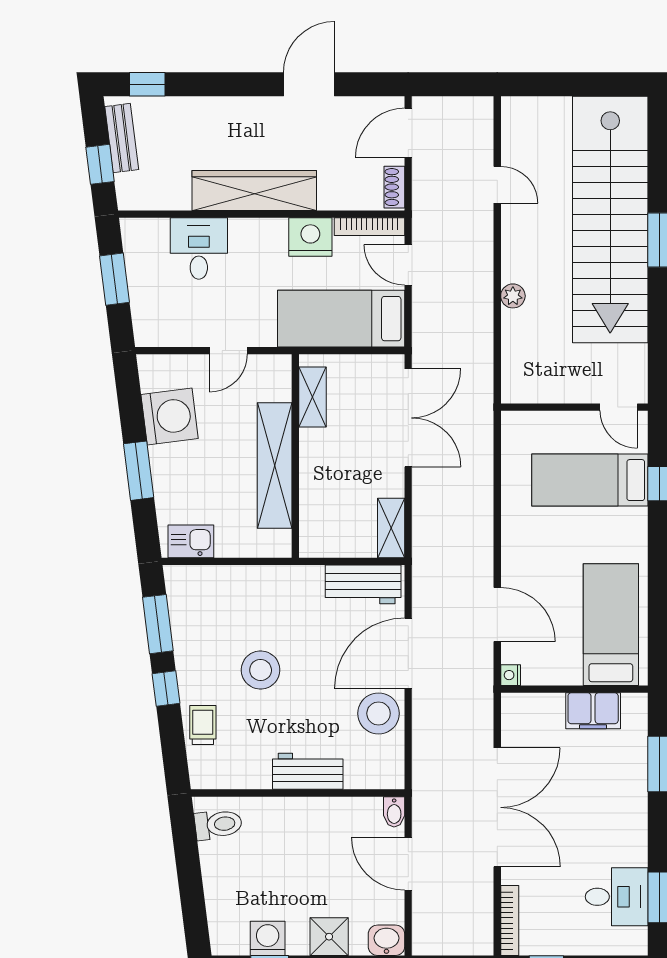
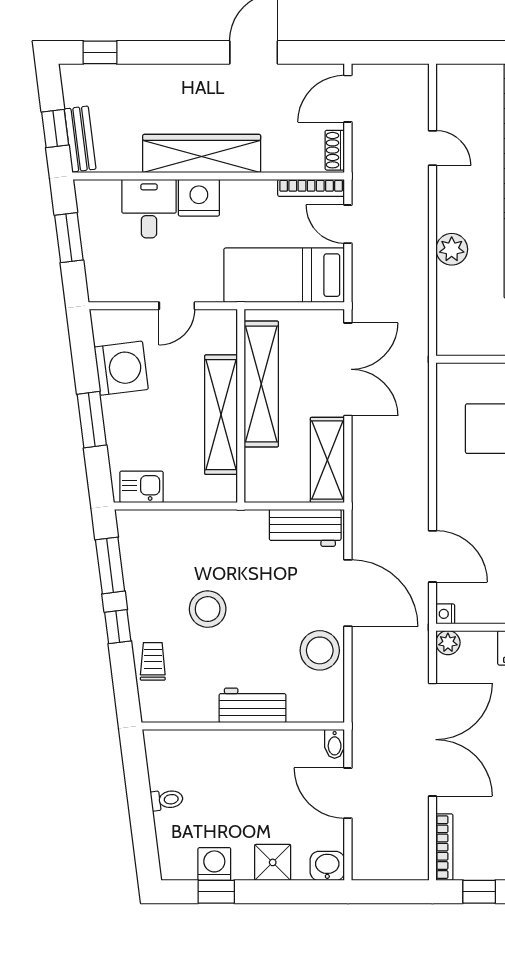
bench: (122, 138) -> (80, 139), moved
nightstand: (310, 237) -> (199, 198), moved
plant: (513, 296) -> (452, 249), width x1.38, depth x1.38
shelving: (312, 397) -> (261, 384), width x2.20, depth x1.33
shelving: (391, 528) -> (327, 460), width x1.50, depth x1.33
door: (408, 653) -> (348, 593), swing flipped
plant: (513, 705) -> (448, 643), added
toilet: (218, 824) -> (167, 800), moved, width x0.73, depth x0.72

